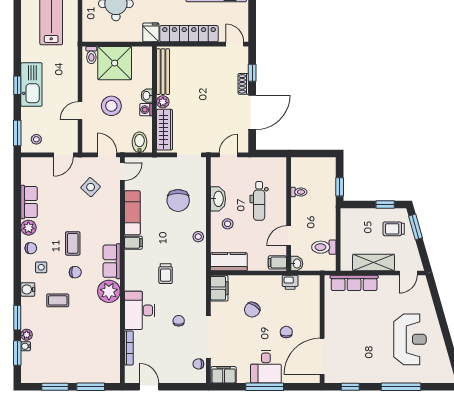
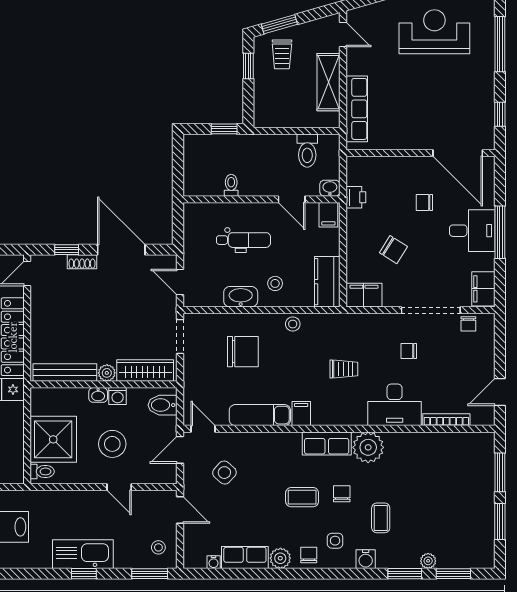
water cooler: (26, 346) -> (214, 562), moved

